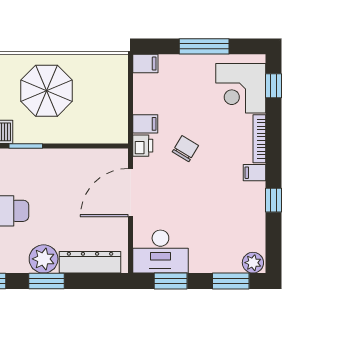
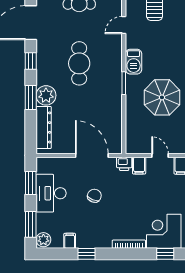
door: (131, 94) -> (160, 155), added
chair: (185, 149) -> (94, 196), moved, turned -98
filing cabinet: (255, 173) -> (70, 241), moved
desk: (160, 252) -> (51, 193), moved

